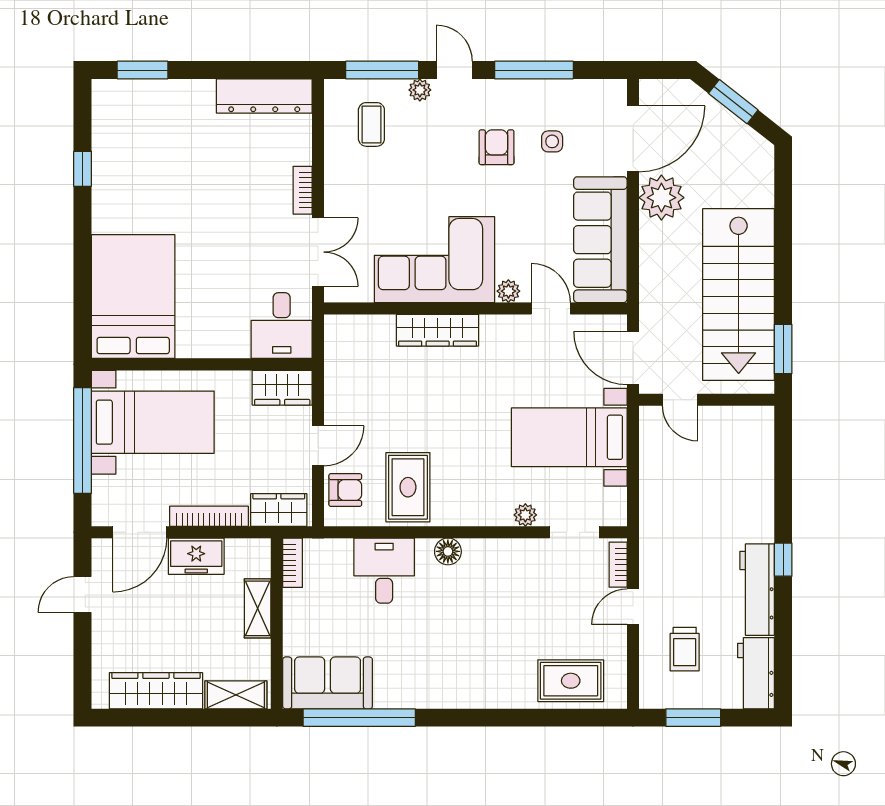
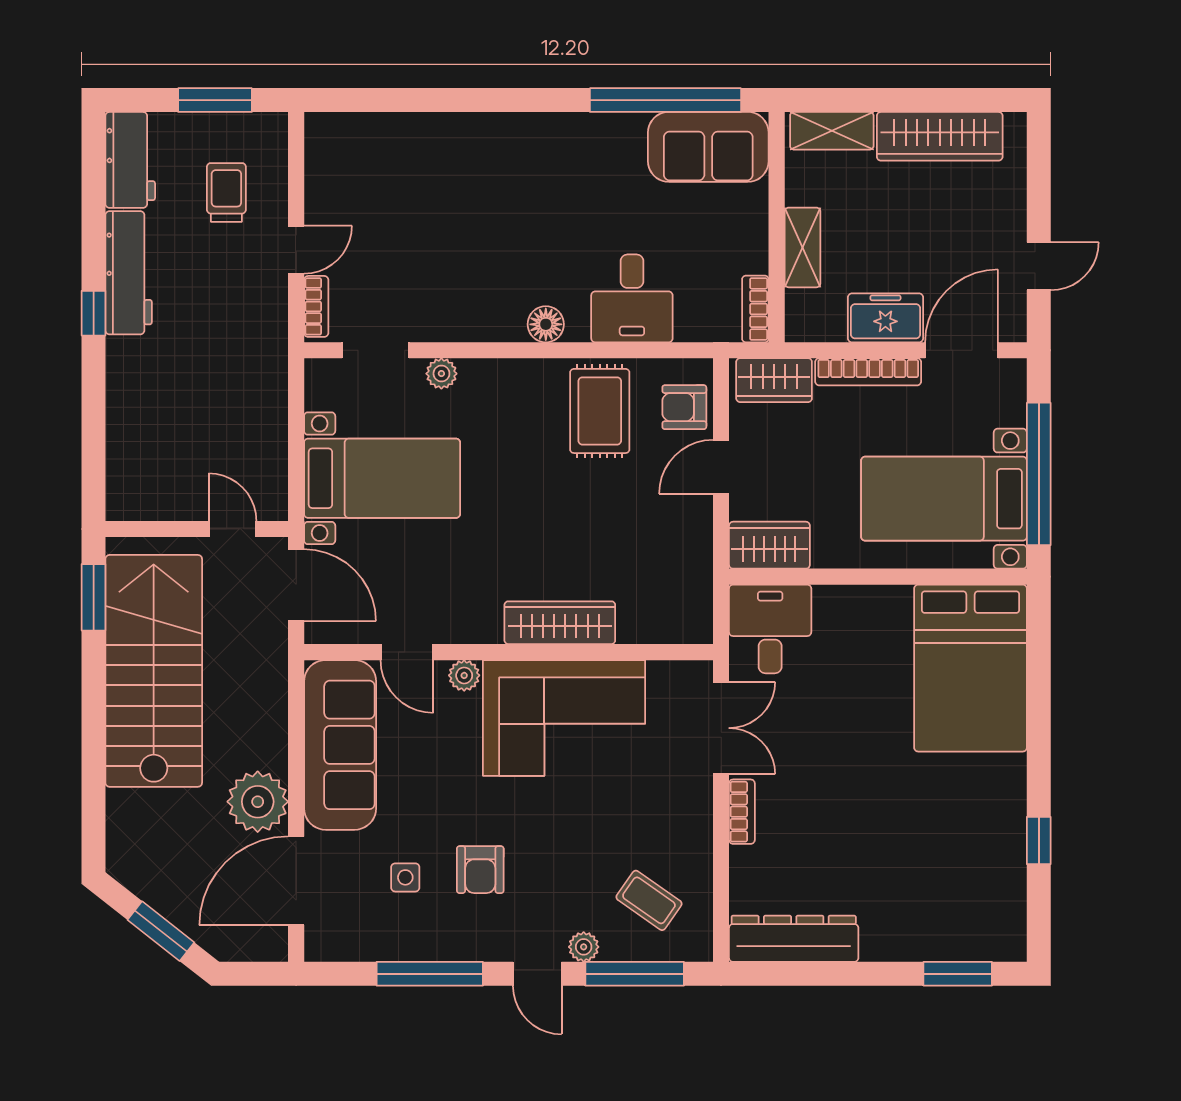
coffee table: (371, 124) -> (649, 900), turned -55
double door: (318, 252) -> (721, 728), swing flipped
rug: (571, 681) -> (380, 150), removed

